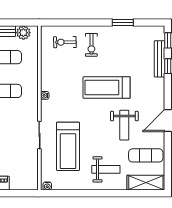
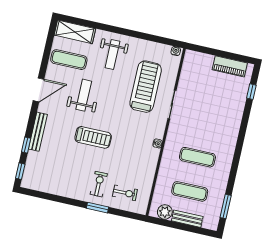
window: (123, 22) -> (97, 208), moved
bench: (160, 59) -> (38, 132), moved
treadmill: (107, 88) -> (93, 137), width x0.73, depth x0.73
weight bench: (106, 169) -> (112, 55), turned -90

